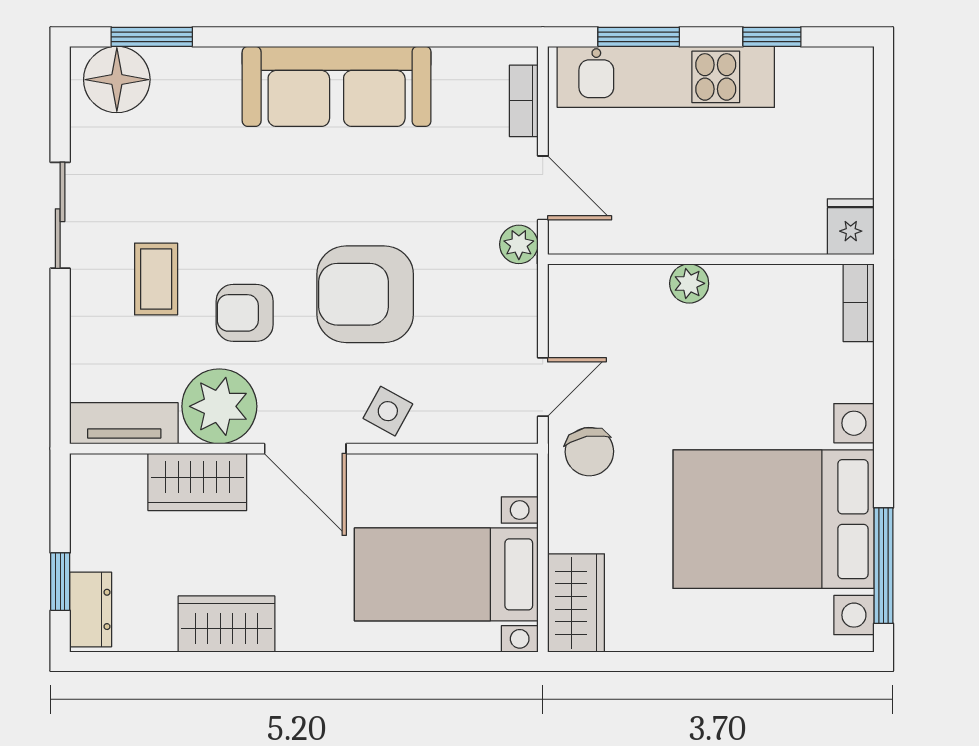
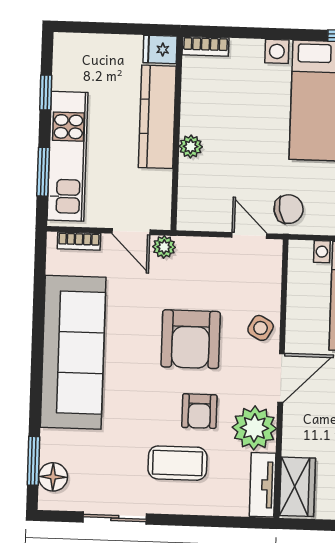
floor lamp: (117, 80) -> (53, 477), width x0.73, depth x0.73
sofa: (337, 86) -> (73, 352), width x1.36, depth x1.27
door: (543, 188) -> (131, 232), swing flipped
sliding door: (60, 215) -> (115, 518), moved
kitchen counter: (737, 226) -> (157, 117), added
coffee table: (156, 279) -> (177, 463), width x1.36, depth x1.30
wardrobe: (197, 482) -> (297, 487), moved

